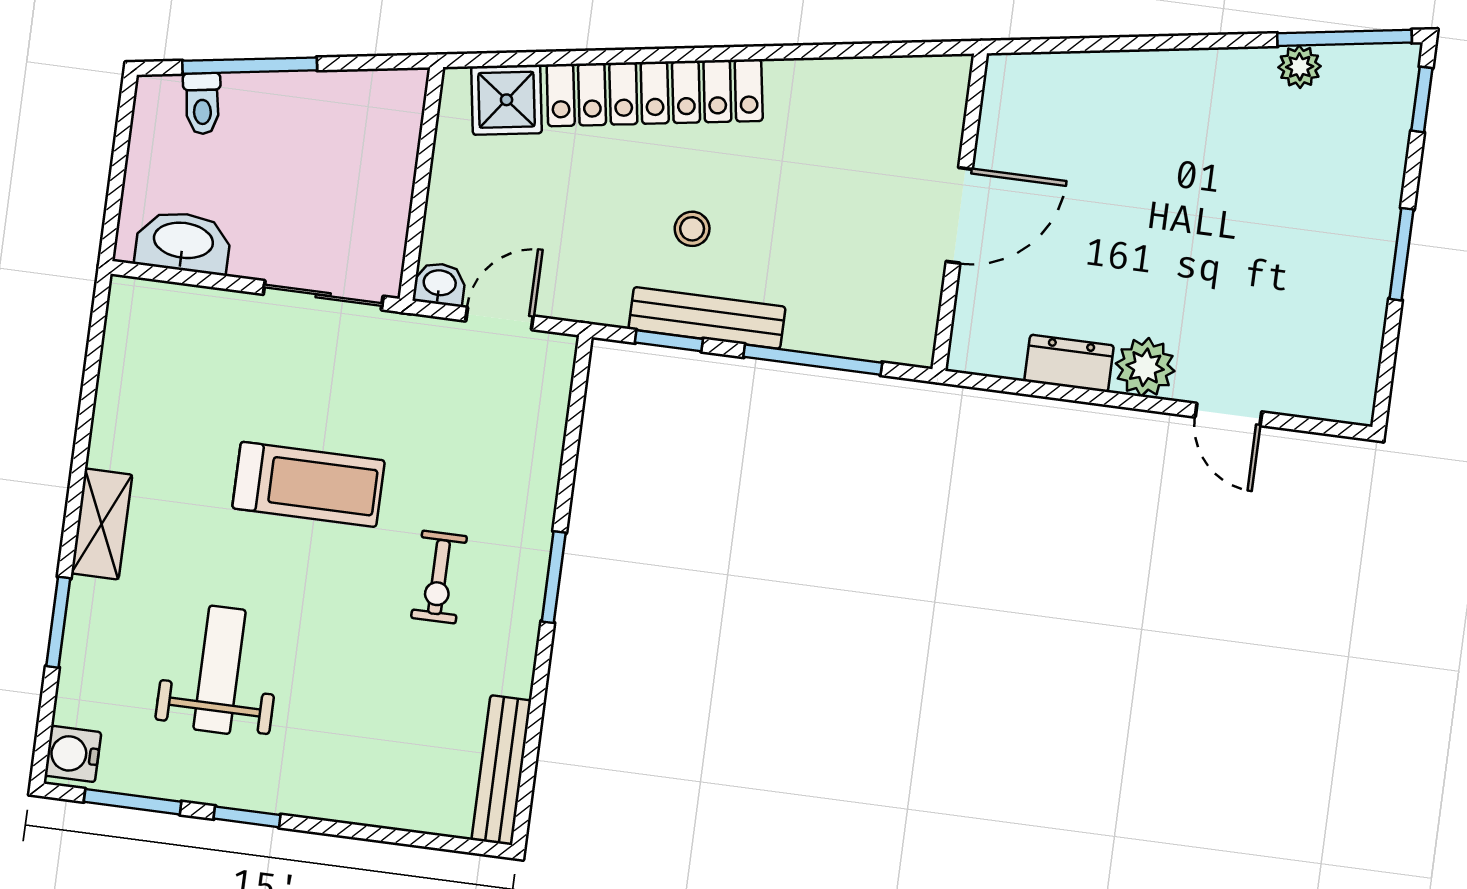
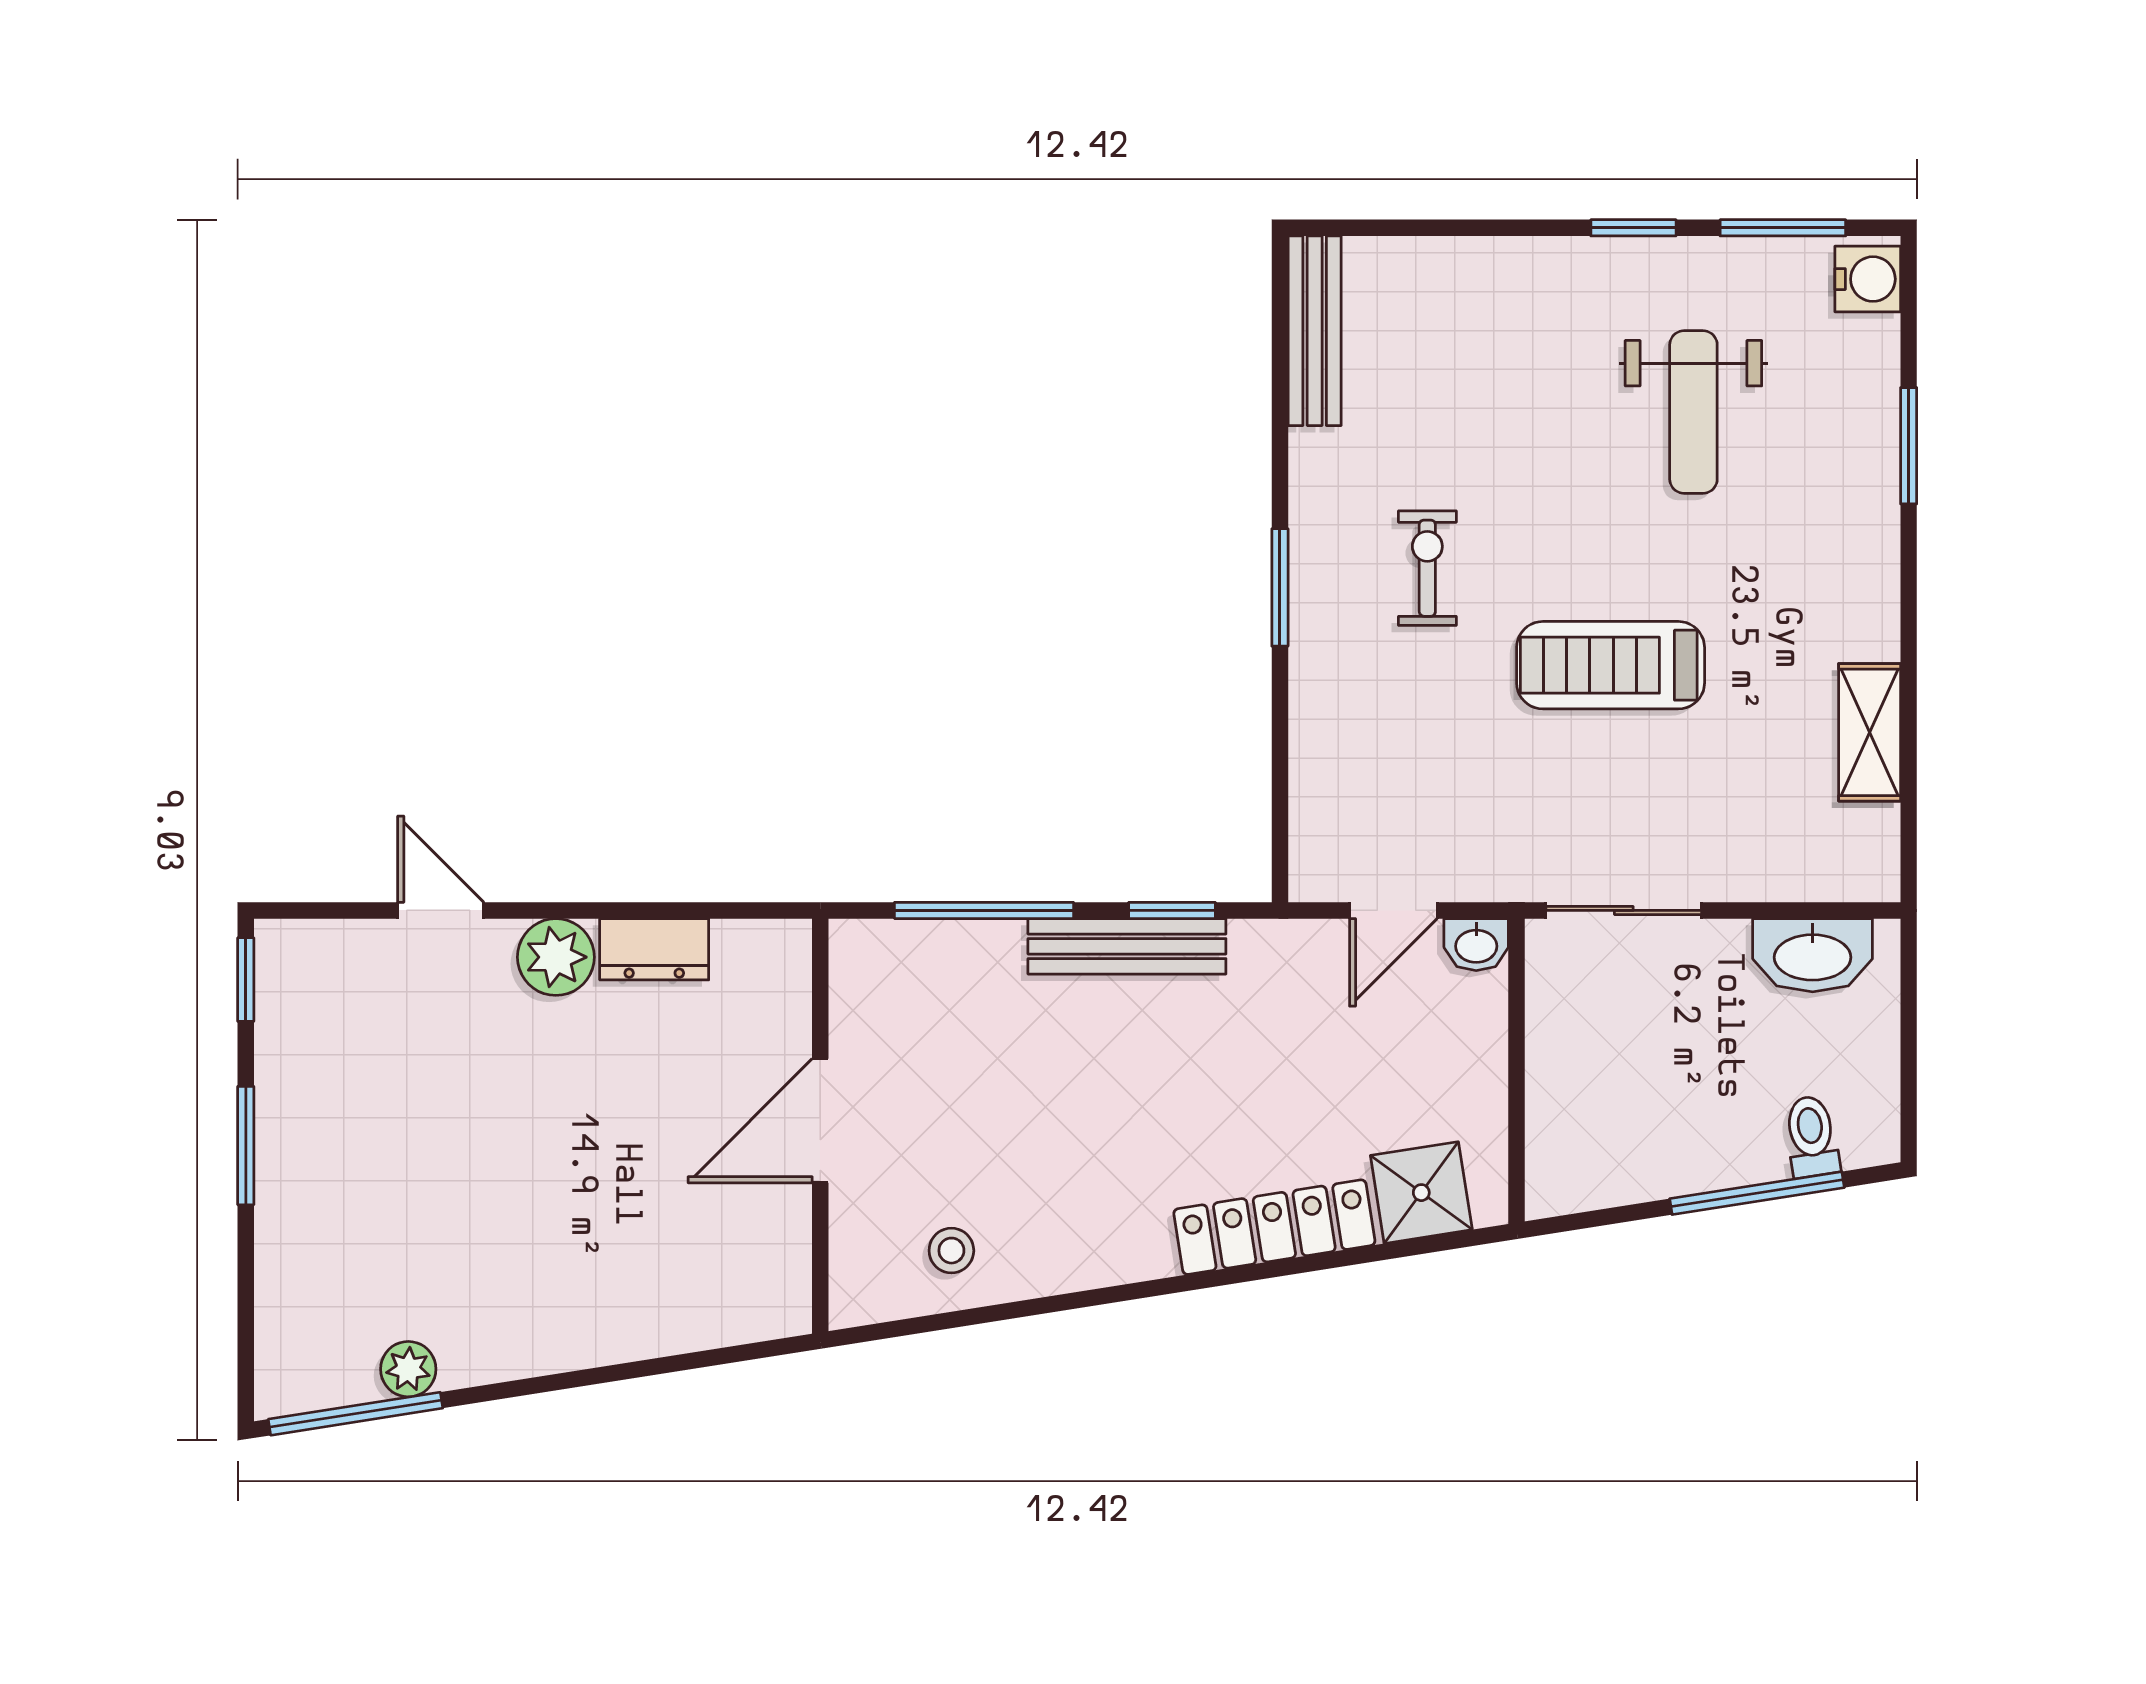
locker: (655, 93) -> (1274, 1227), width x0.71, depth x0.83
window: (1422, 99) -> (246, 980), moved
stool: (692, 229) -> (951, 1251), moved
shelving: (102, 524) -> (1870, 732), moved

